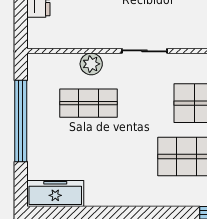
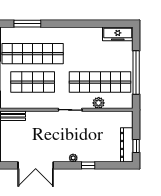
shop shelf: (88, 103) -> (100, 82), width x2.00, depth x1.36

